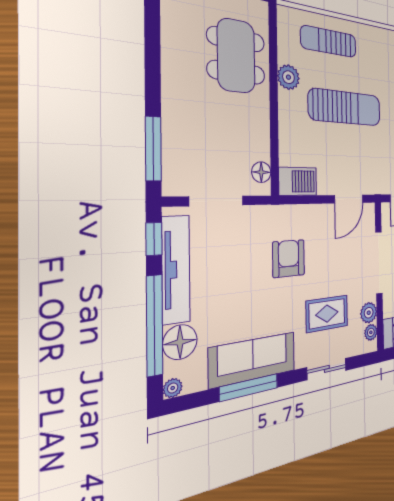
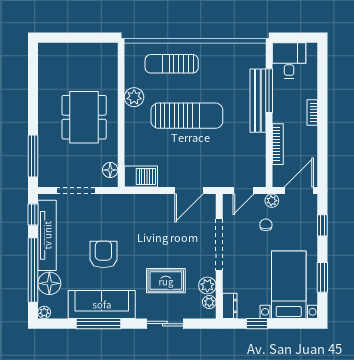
dining table: (236, 56) -> (84, 117), moved
armchair: (289, 259) -> (103, 254), moved

